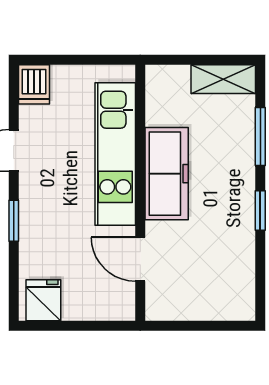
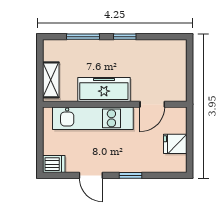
shelving: (223, 79) -> (51, 80), moved
fridge: (43, 300) -> (175, 144), moved

